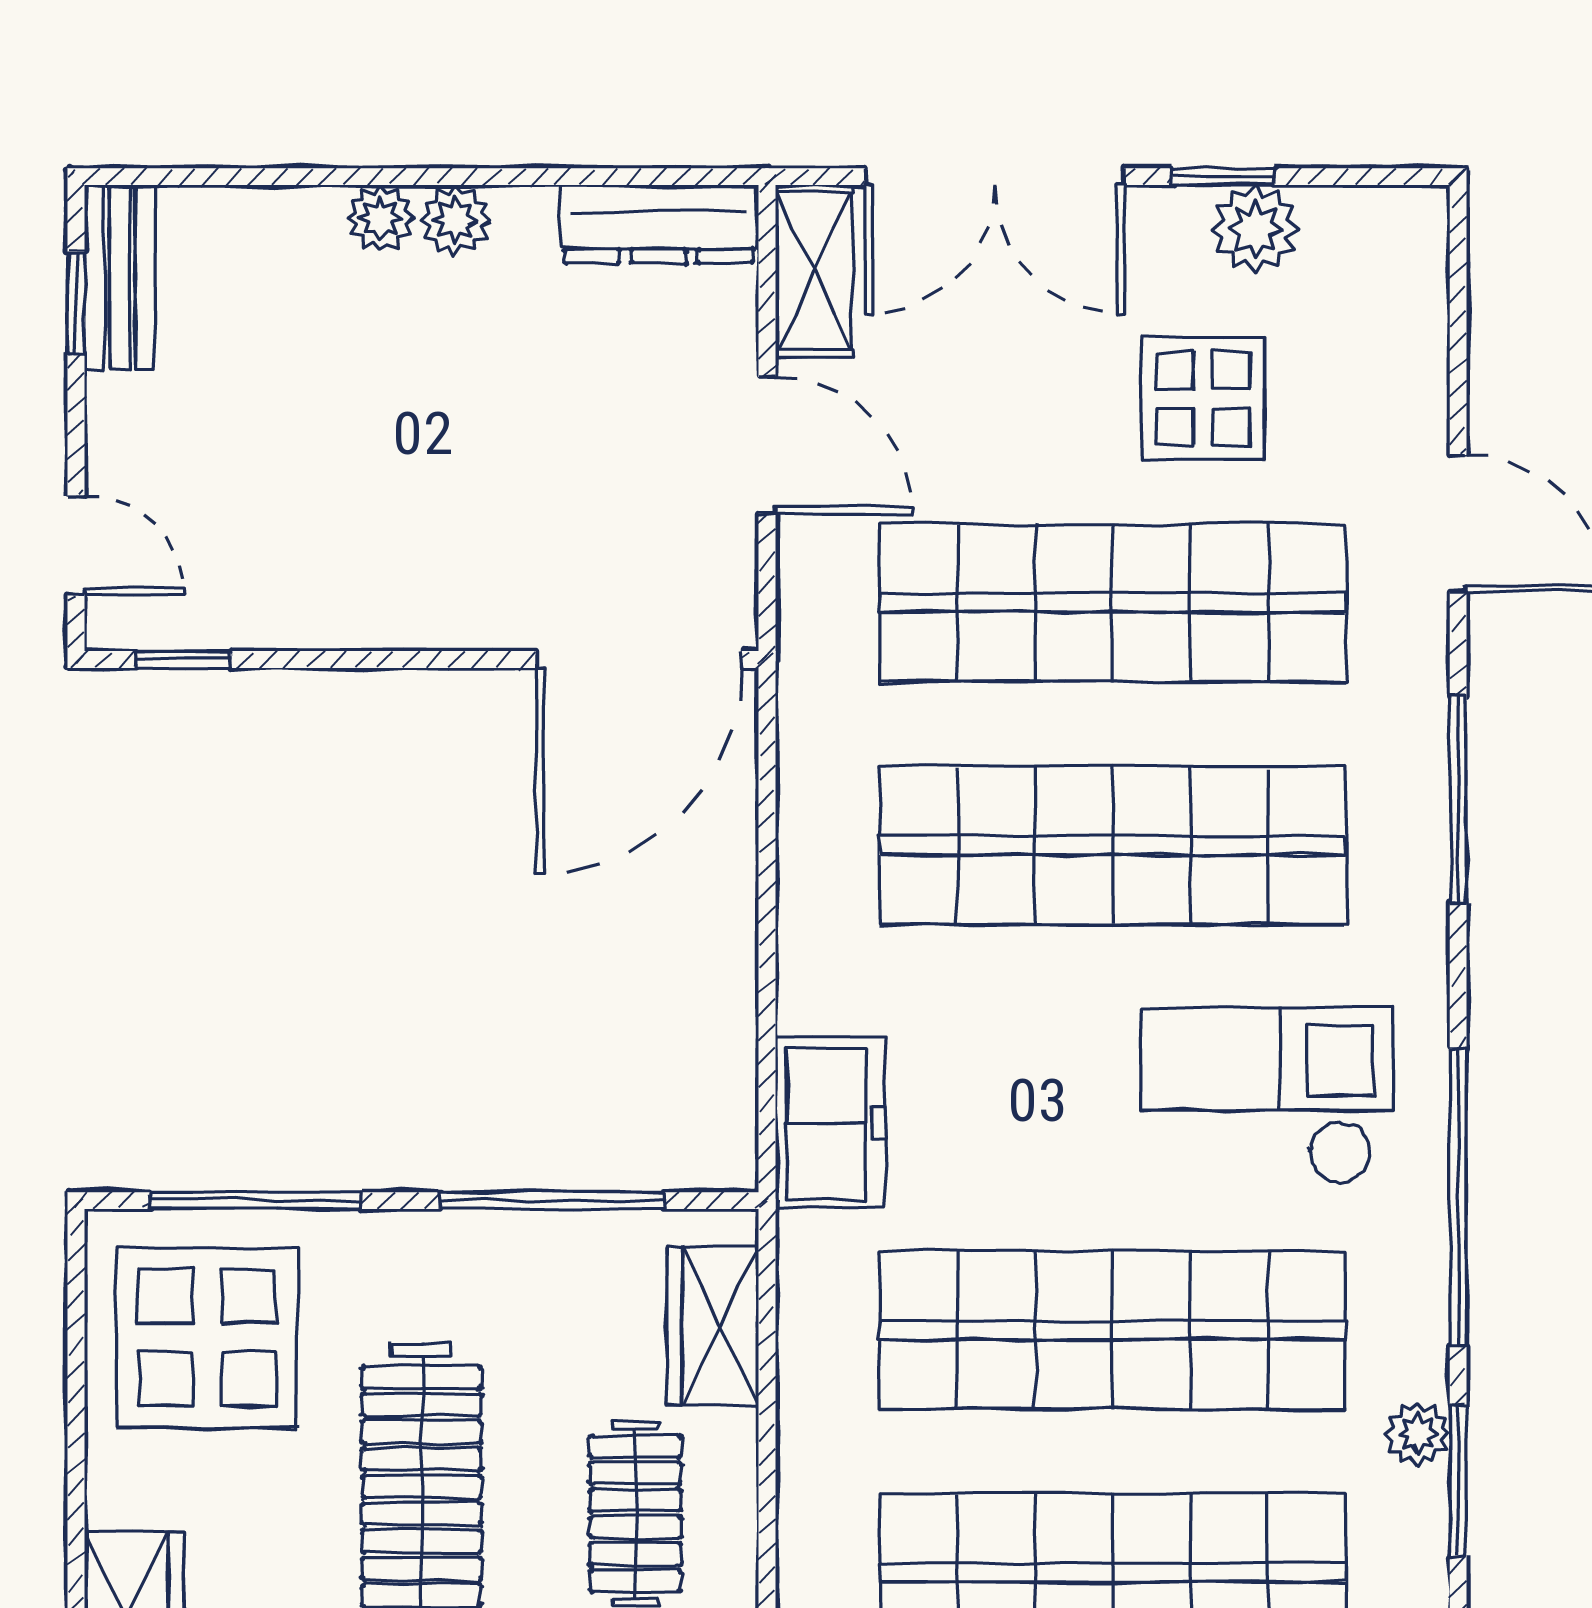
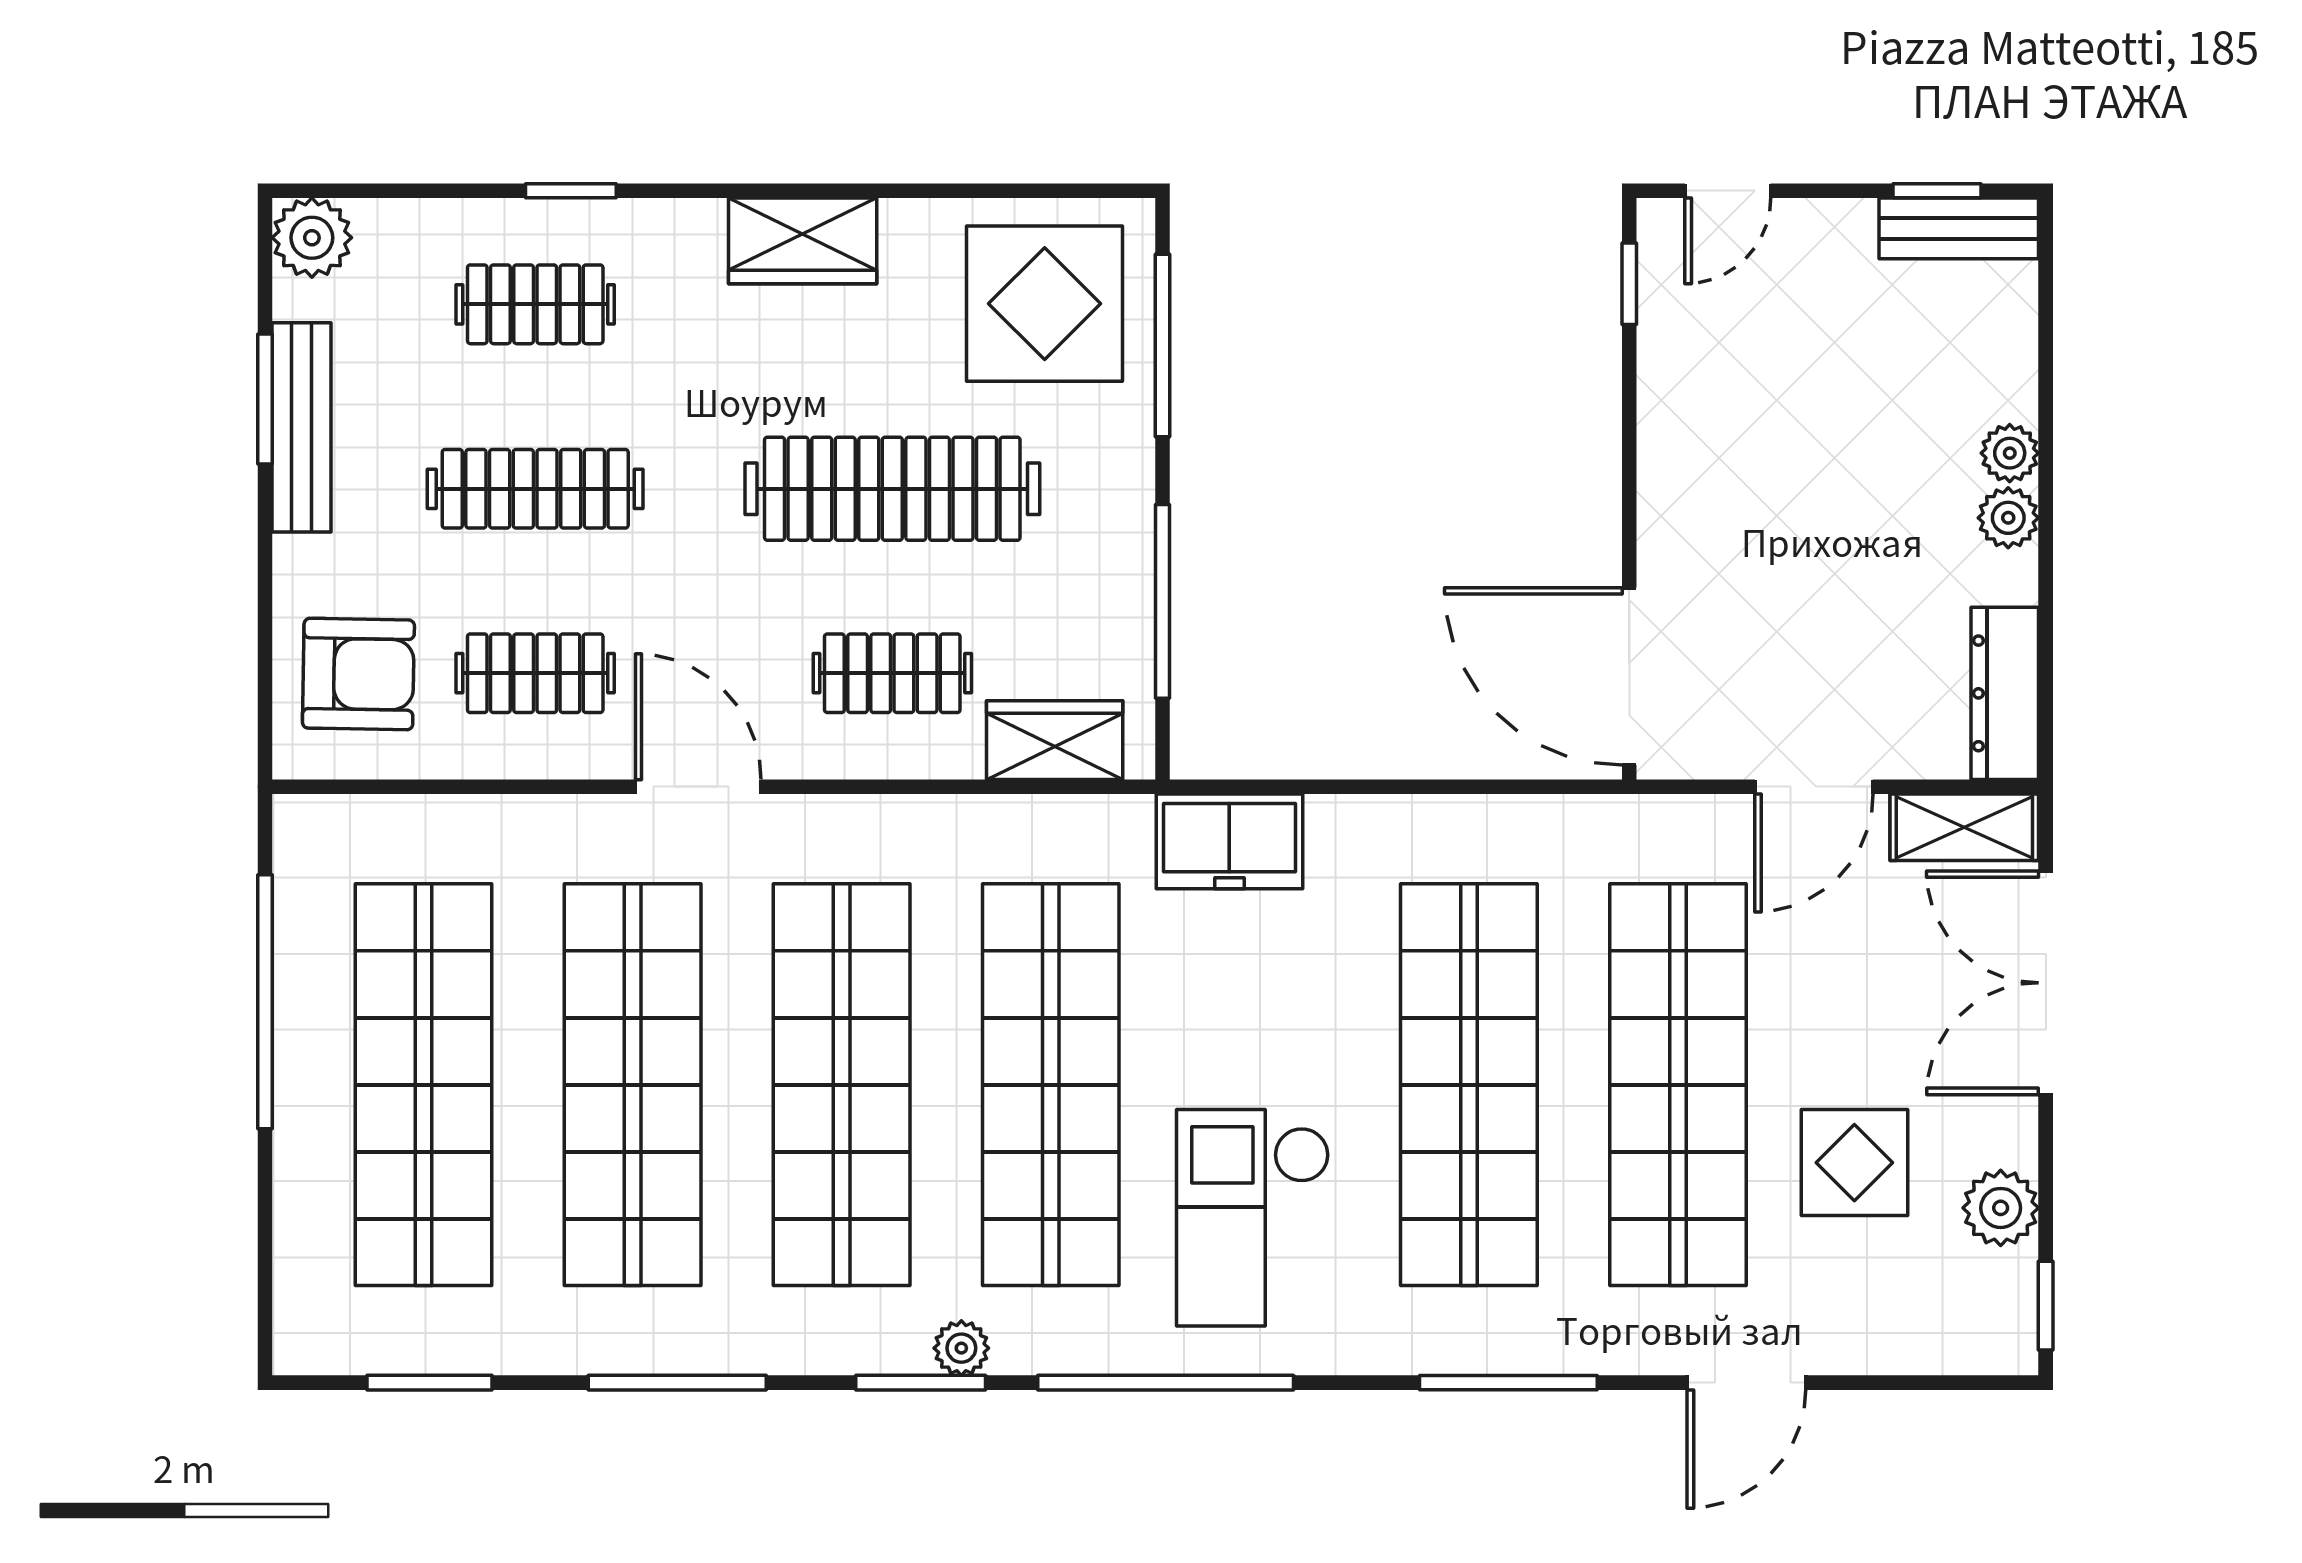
window: (1223, 177) -> (2046, 1306), moved
checkout: (1267, 1096) -> (1253, 1218), turned 180

